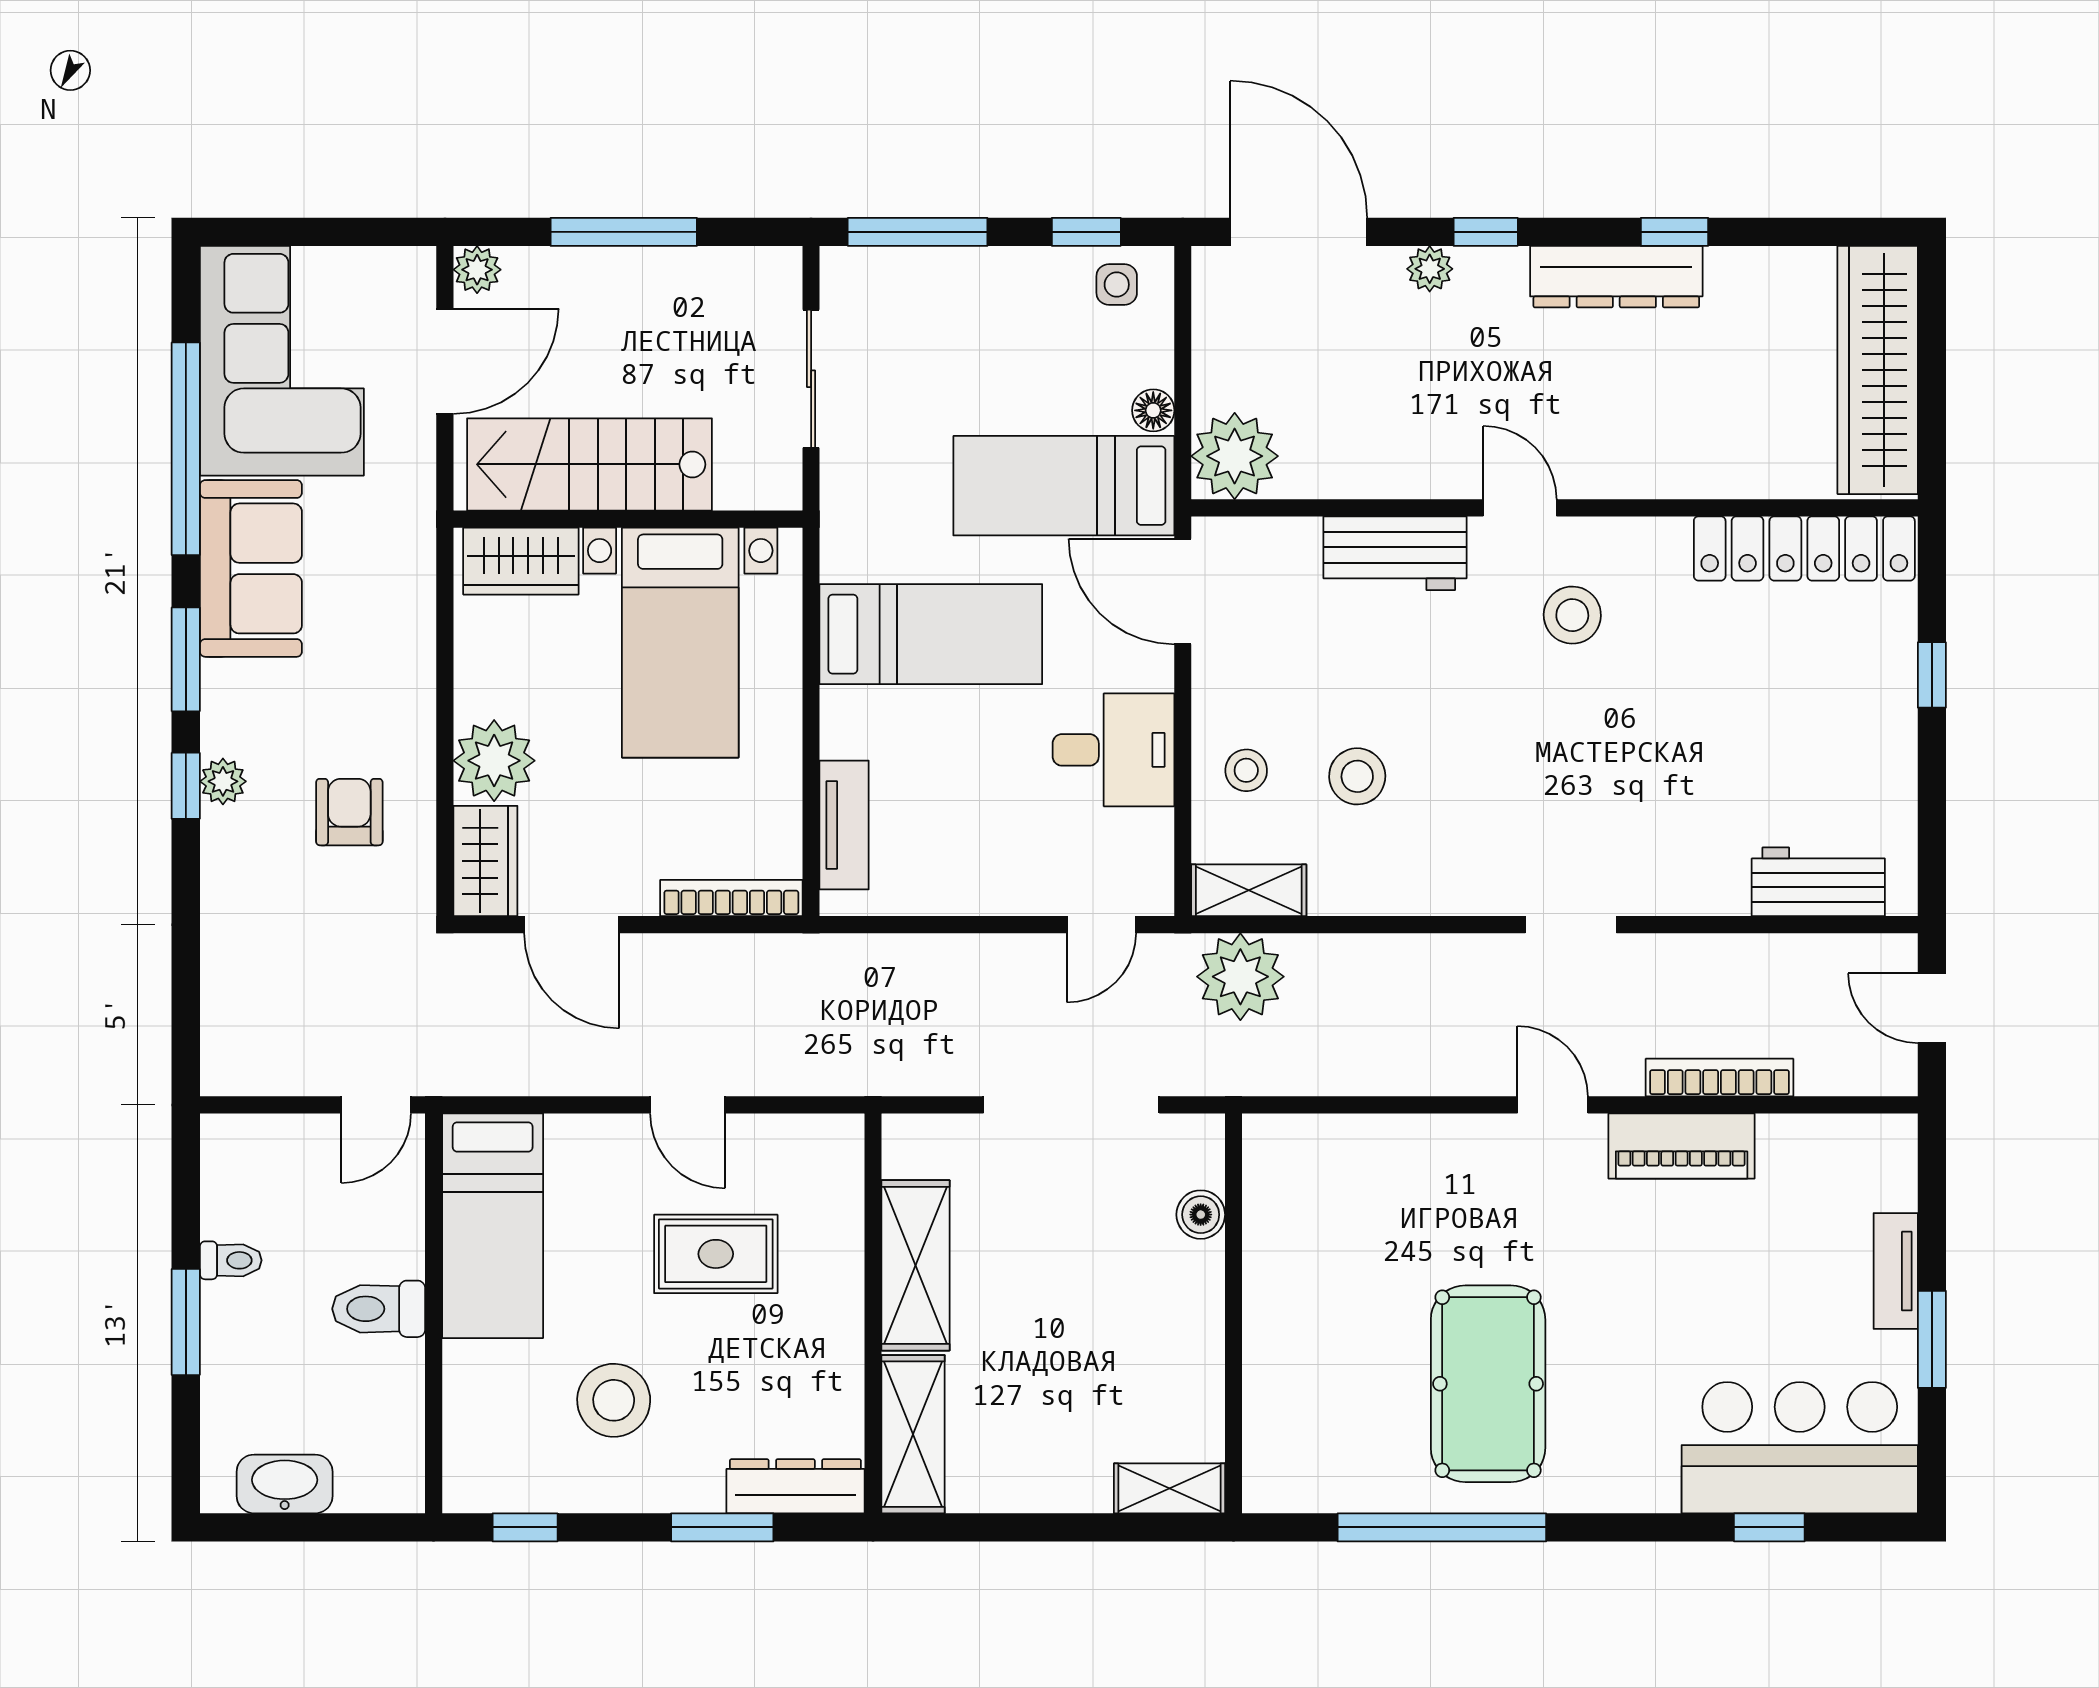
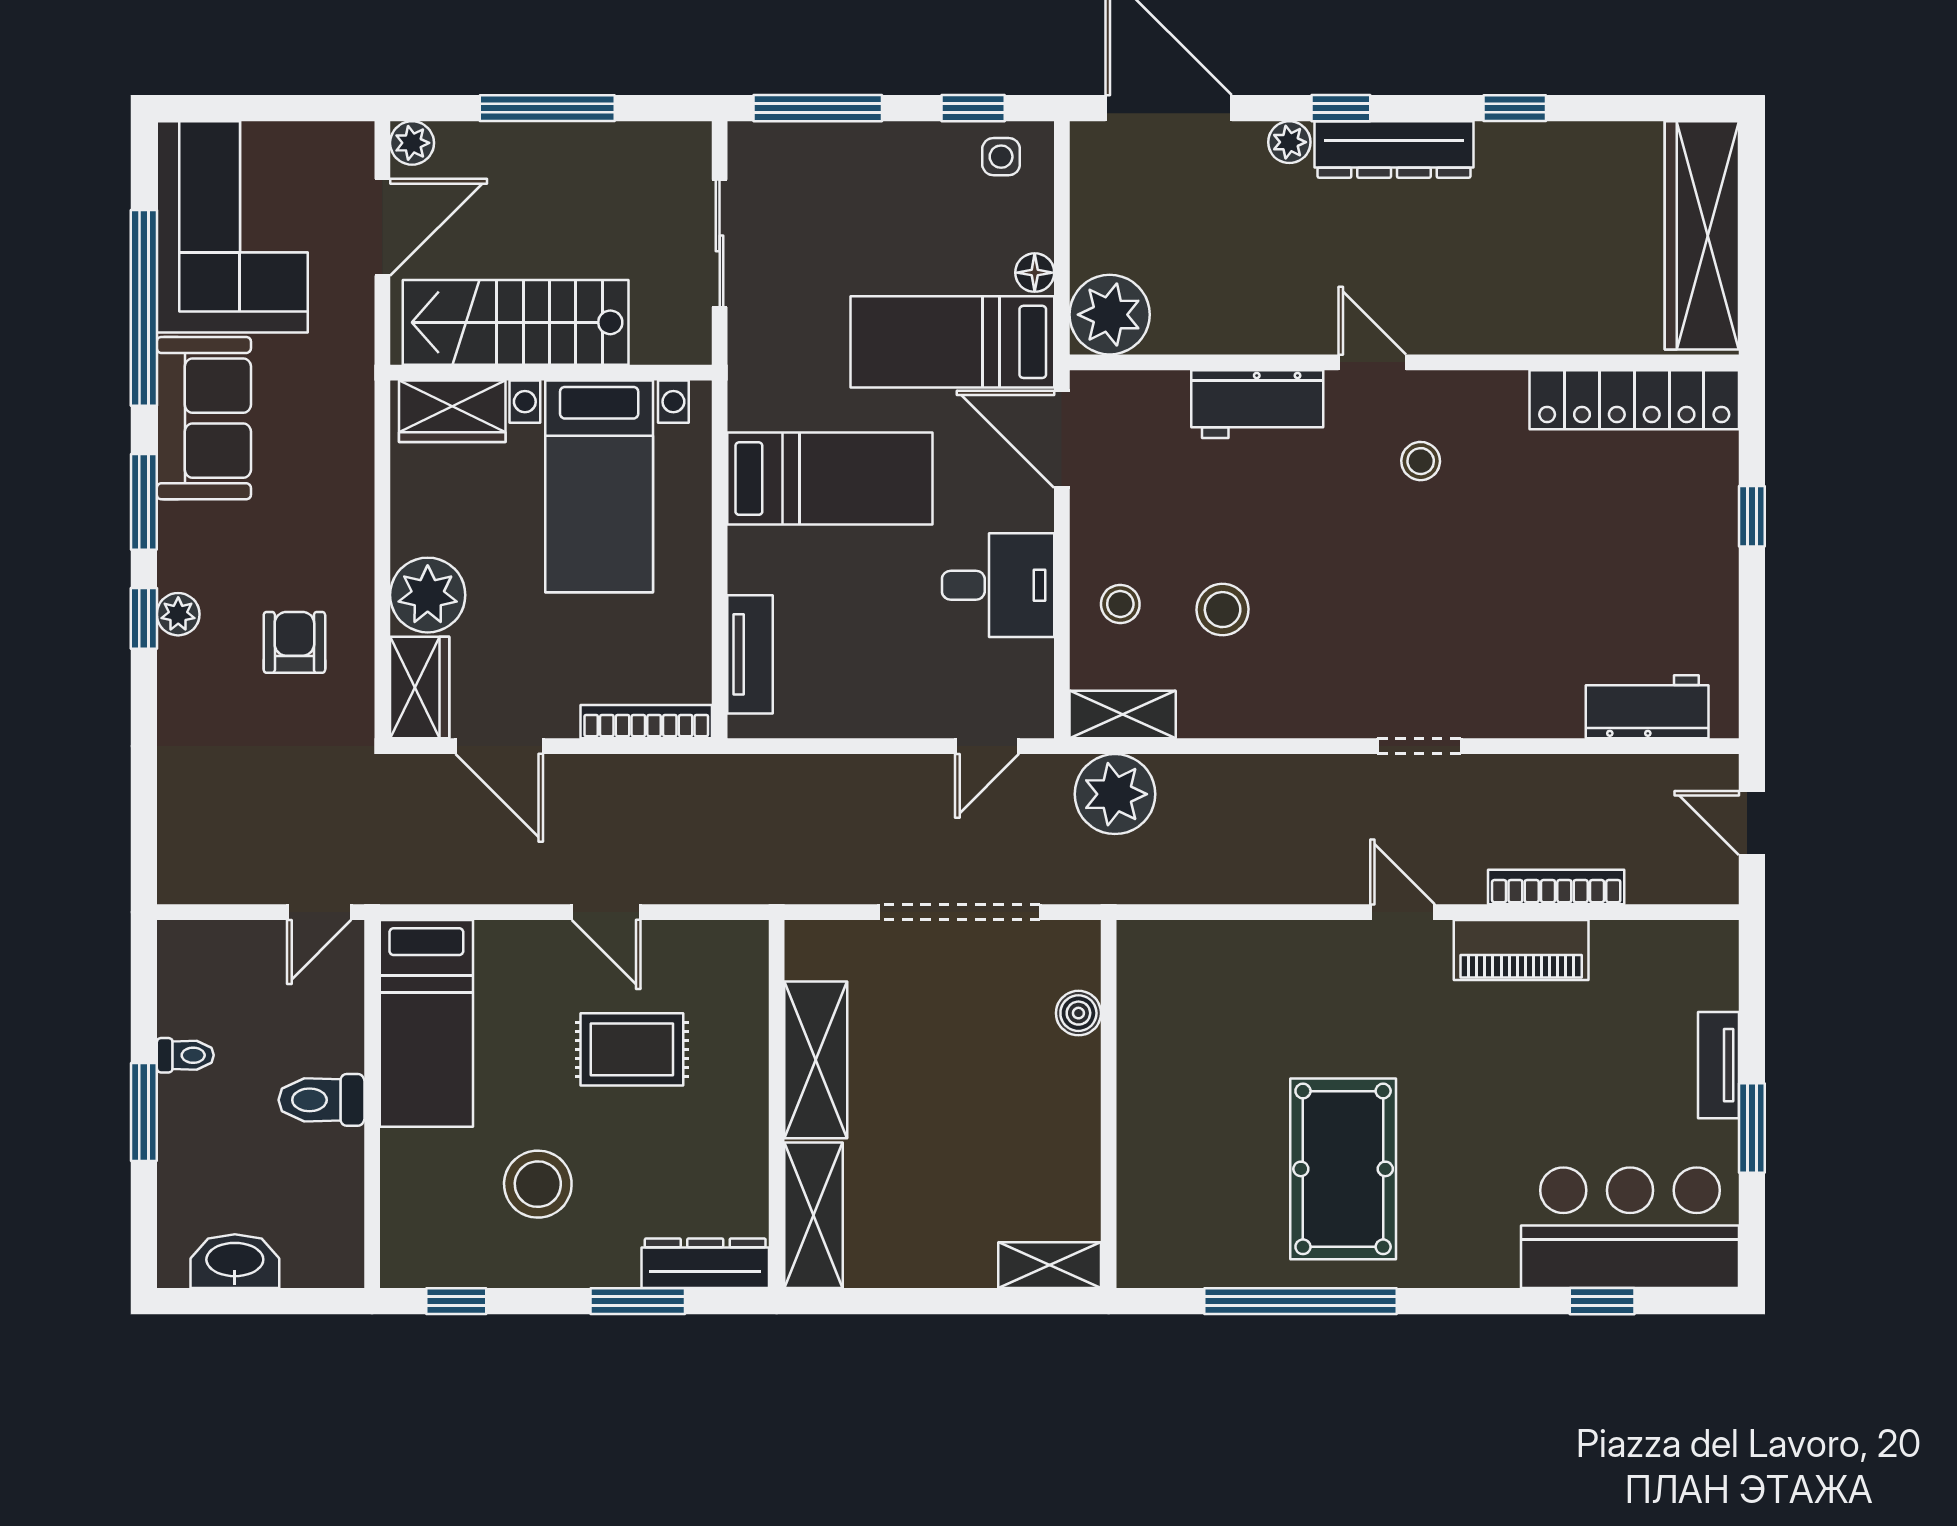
dresser: (1616, 277) -> (1394, 149), moved
stool: (1572, 615) -> (1421, 461), width x0.73, depth x0.73

